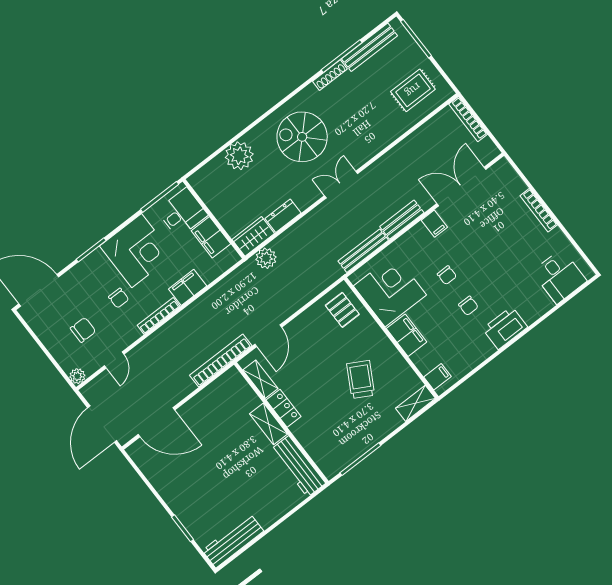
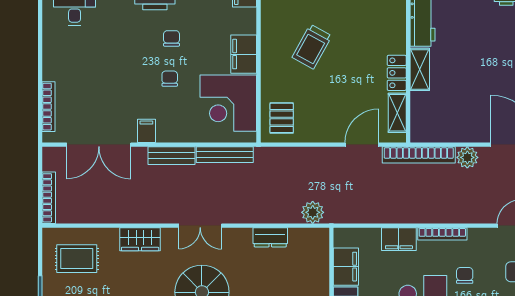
bookcase: (539, 210) -> (49, 107), moved
wardrobe: (253, 236) -> (140, 239), moved
plant: (184, 386) -> (467, 157), added

